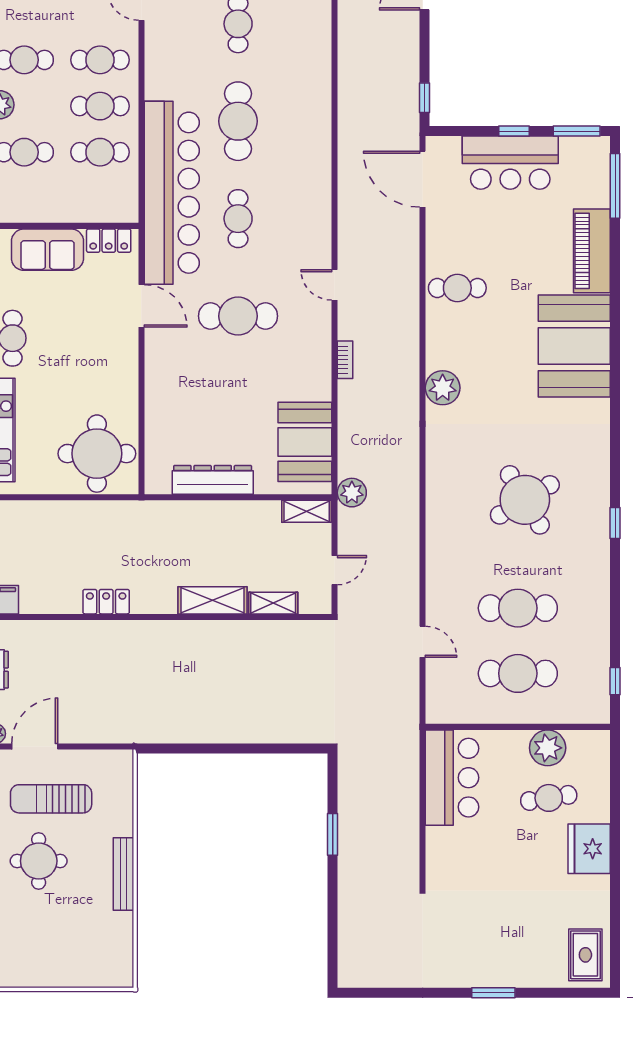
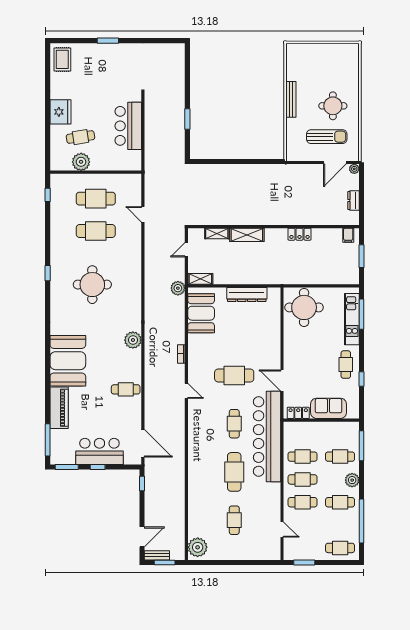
round table: (525, 500) -> (92, 285), turned 31
bar counter: (452, 778) -> (128, 126), moved

